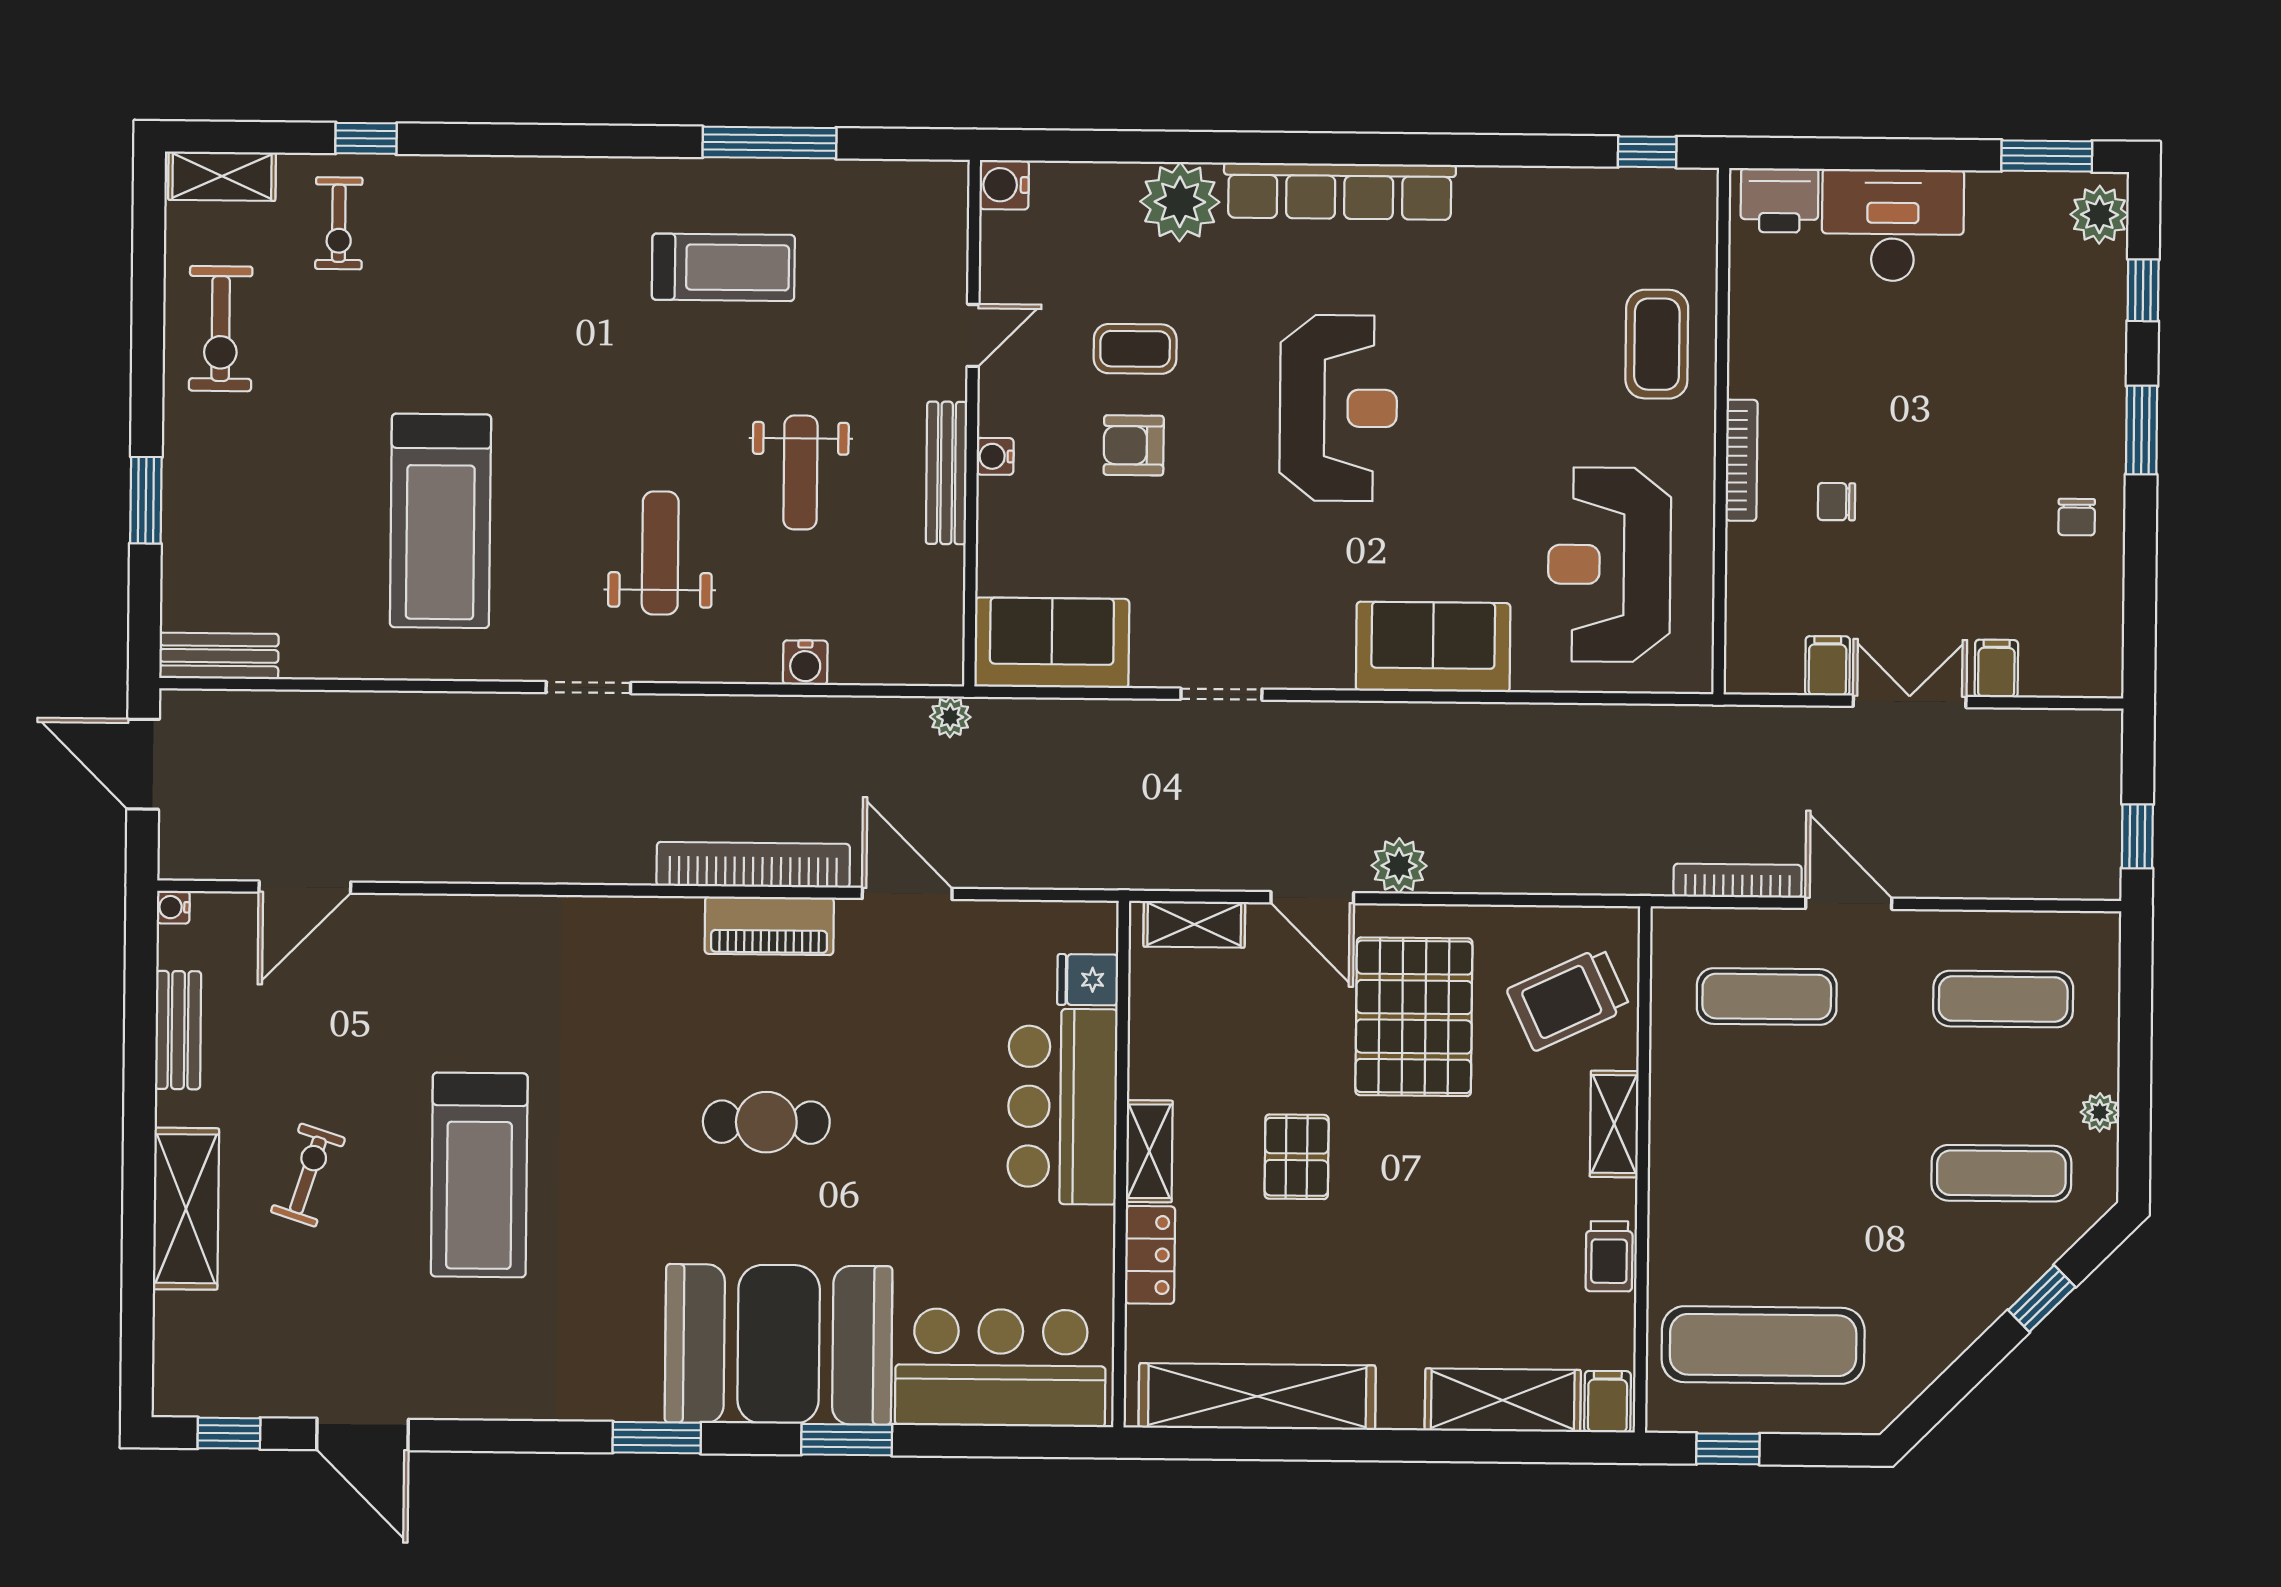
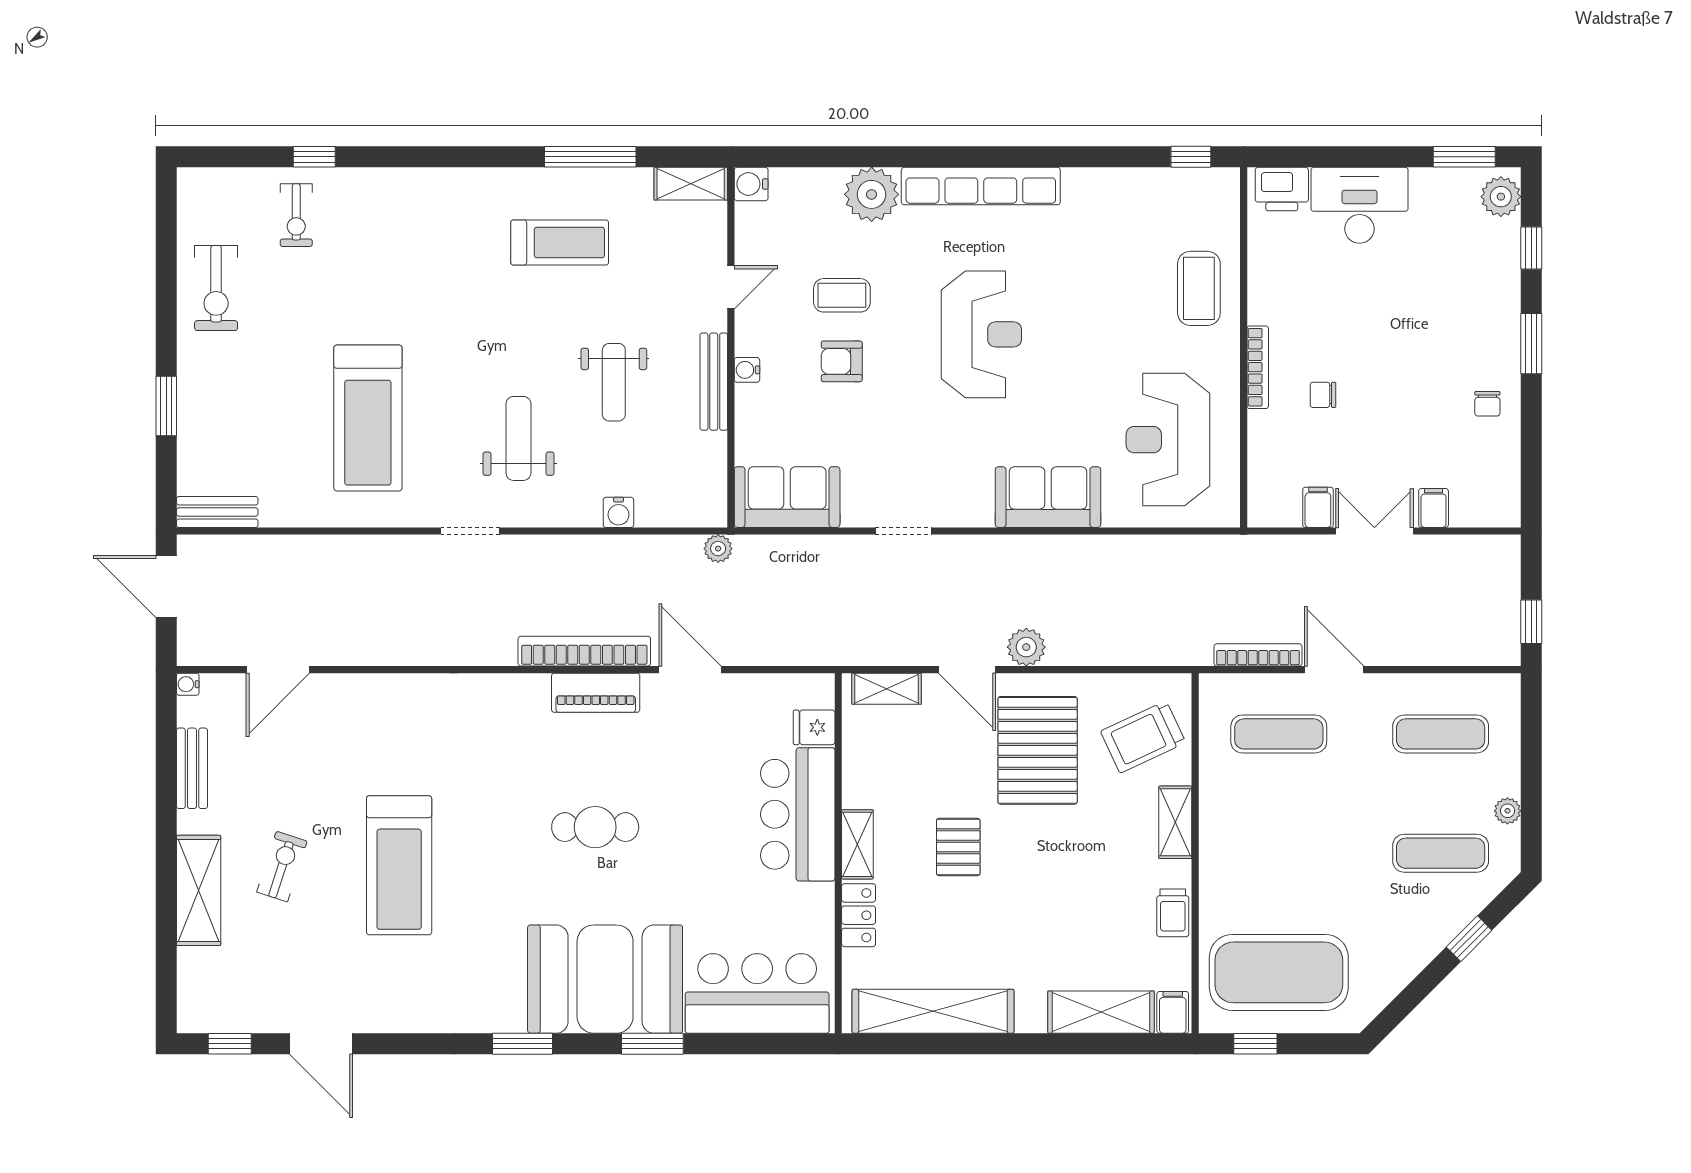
shelving: (222, 176) -> (691, 184), moved
exercise mat: (1763, 1345) -> (1279, 972), width x1.47

